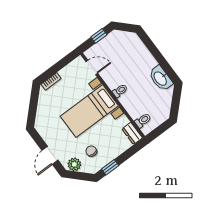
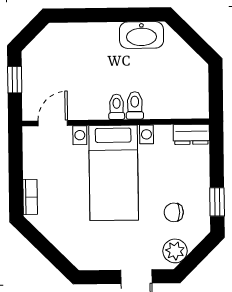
toilet: (143, 120) -> (135, 106), moved

